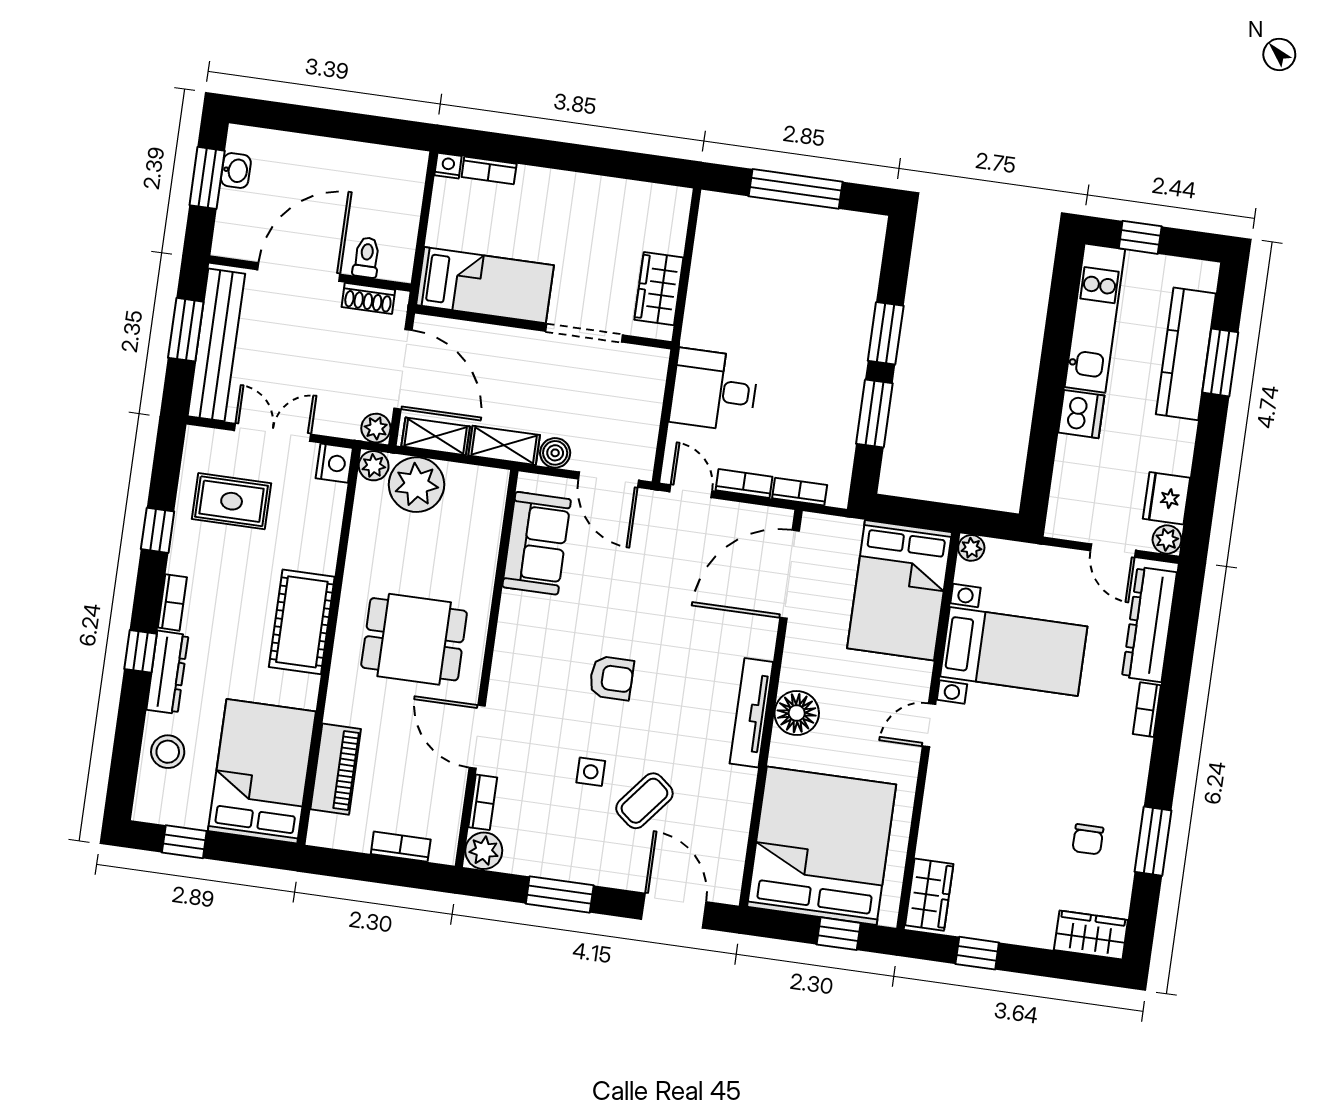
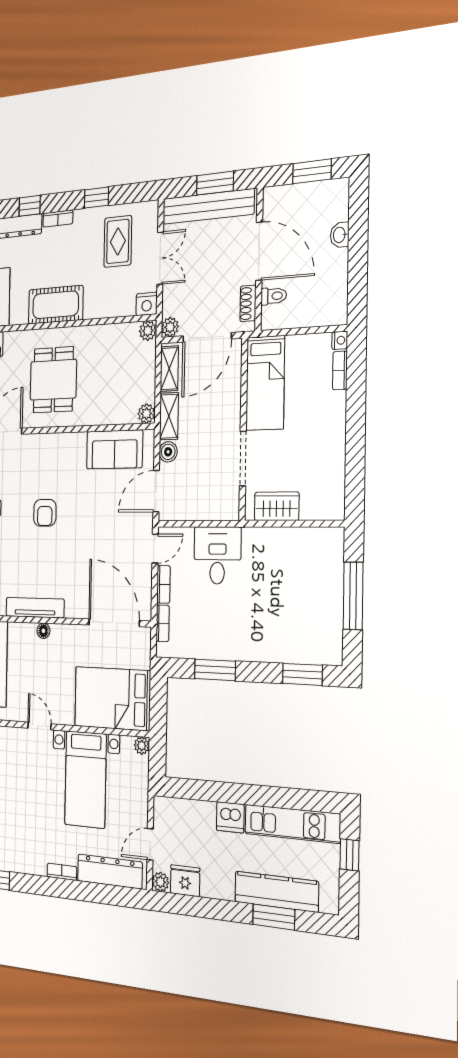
washbasin: (236, 171) -> (340, 235), moved, turned 90
window: (886, 333) -> (302, 674), moved
plant: (416, 485) -> (146, 414), moved, width x0.53, depth x0.53
floor lamp: (797, 713) -> (43, 631), width x0.53, depth x0.53

